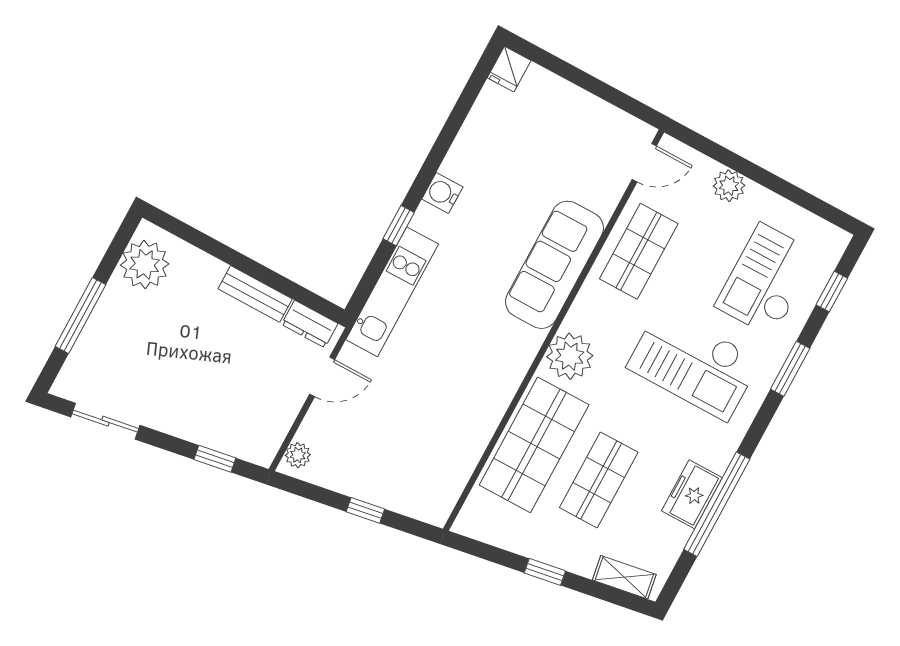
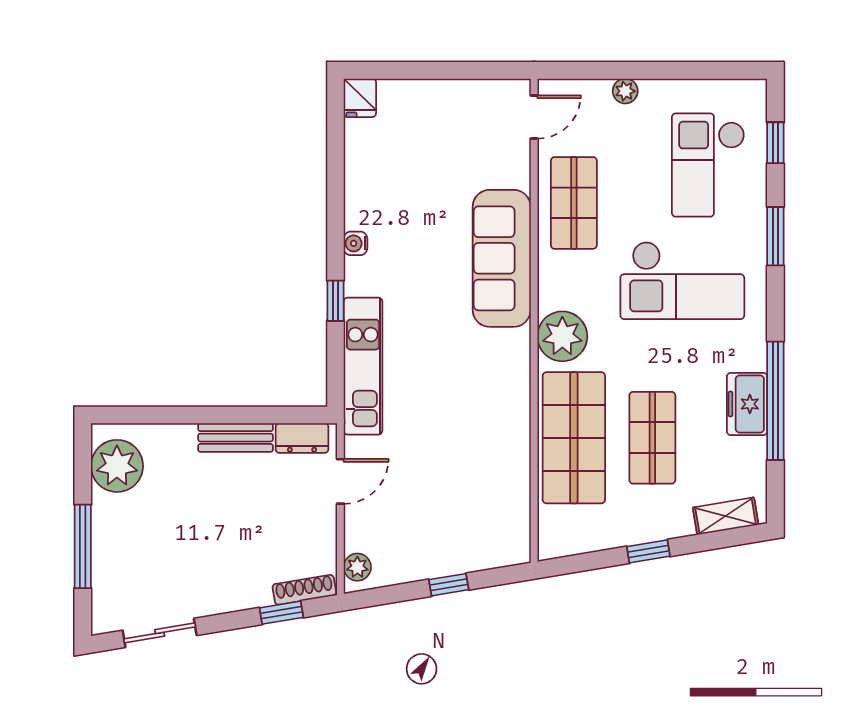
plant: (729, 186) -> (625, 91), width x0.73, depth x0.73
water cooler: (442, 193) -> (355, 243), width x0.72, depth x0.72
shoe rack: (244, 450) -> (304, 590), added

